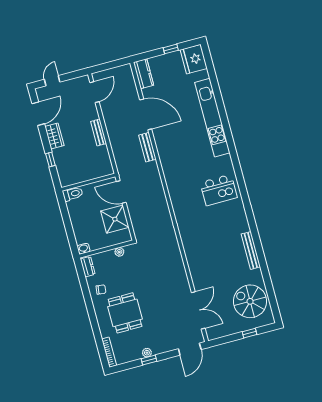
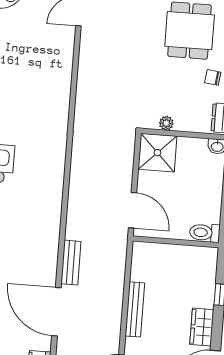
bench: (99, 132) -> (135, 309), width x1.36
shower: (115, 219) -> (157, 153), moved

